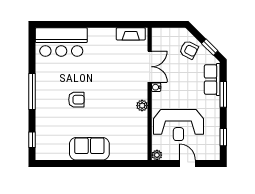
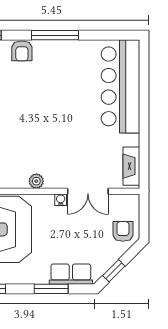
bar counter: (61, 42) -> (120, 86), width x1.36
armchair: (189, 50) -> (123, 231), moved, turned 153
armchair: (76, 100) -> (22, 51), moved

